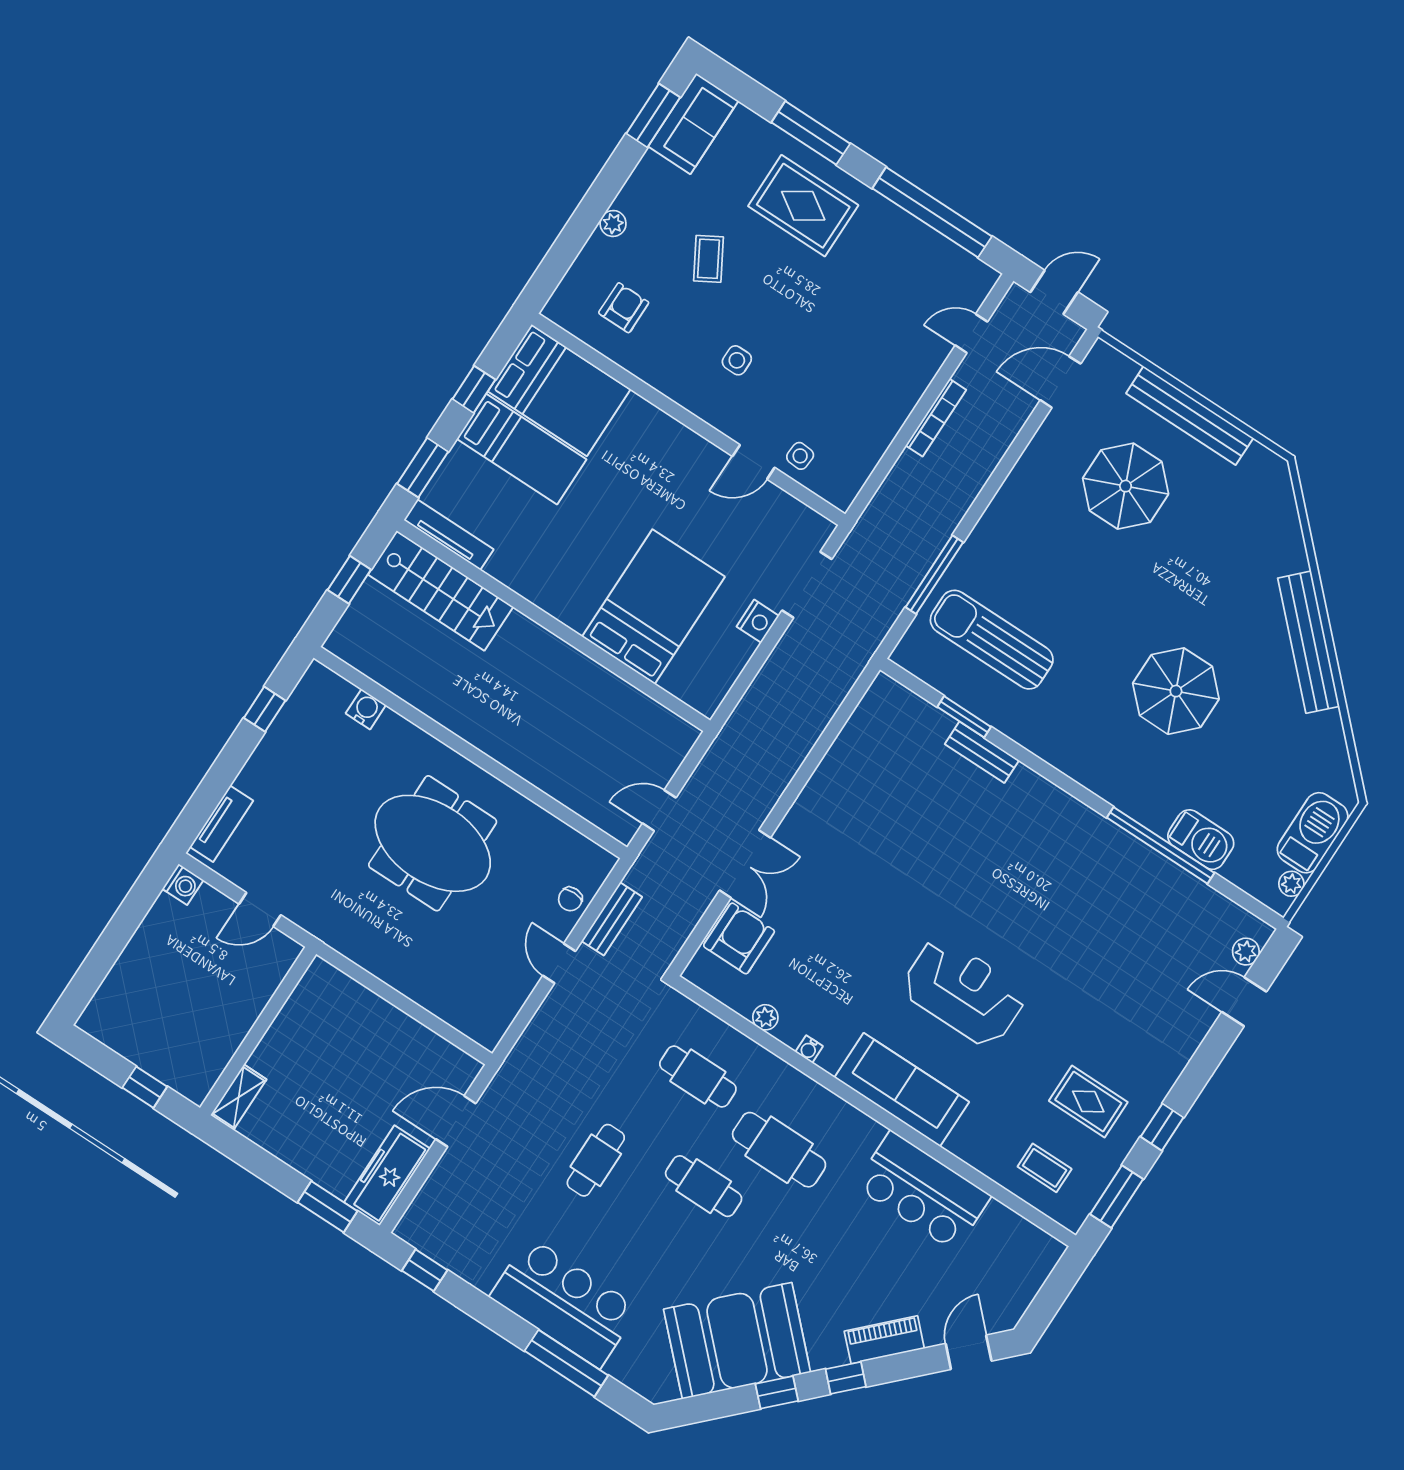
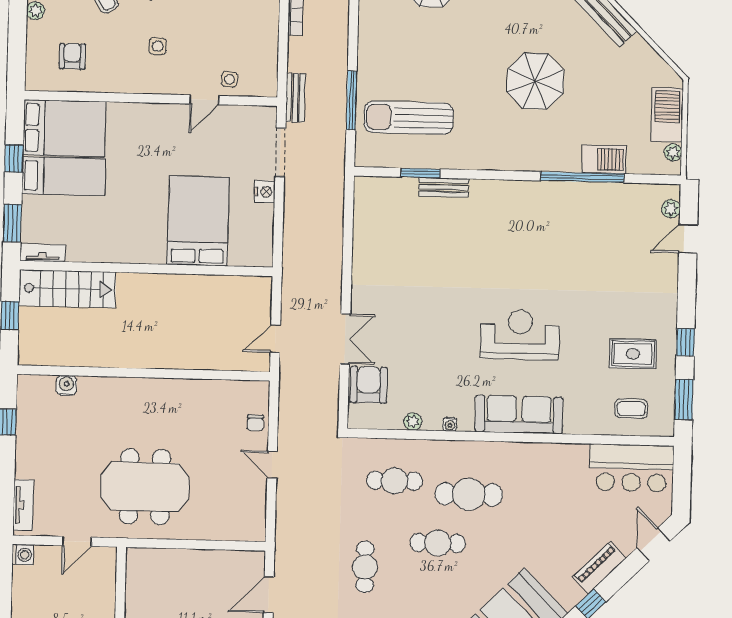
tv unit: (449, 535) -> (43, 253), width x0.71
meeting table: (433, 843) -> (145, 487), moved
bench: (612, 919) -> (295, 98), moved
bar counter: (923, 1191) -> (631, 468), moved

